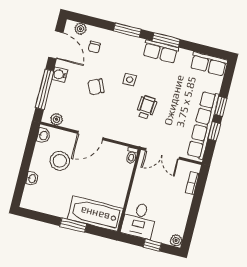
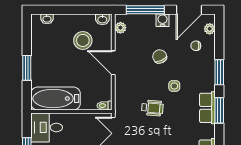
washbasin: (32, 179) -> (47, 19), moved
bathtub: (95, 214) -> (55, 99), moved, turned -90

